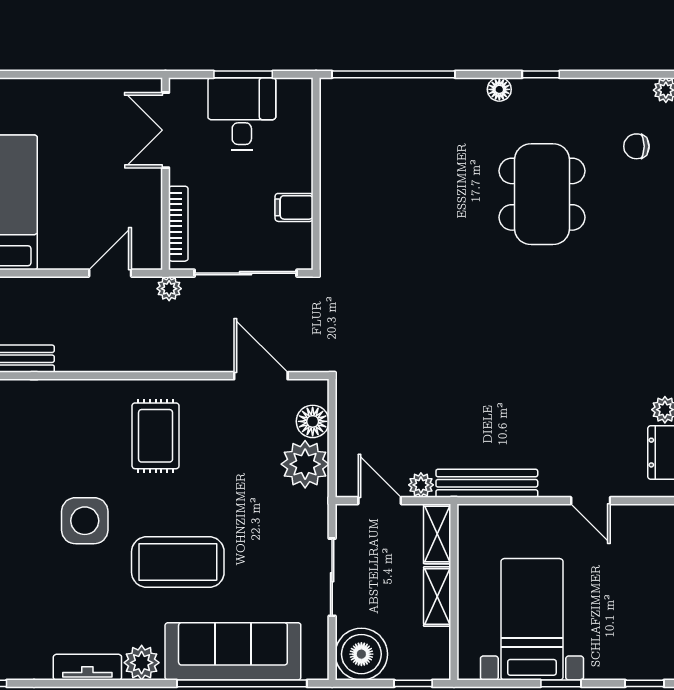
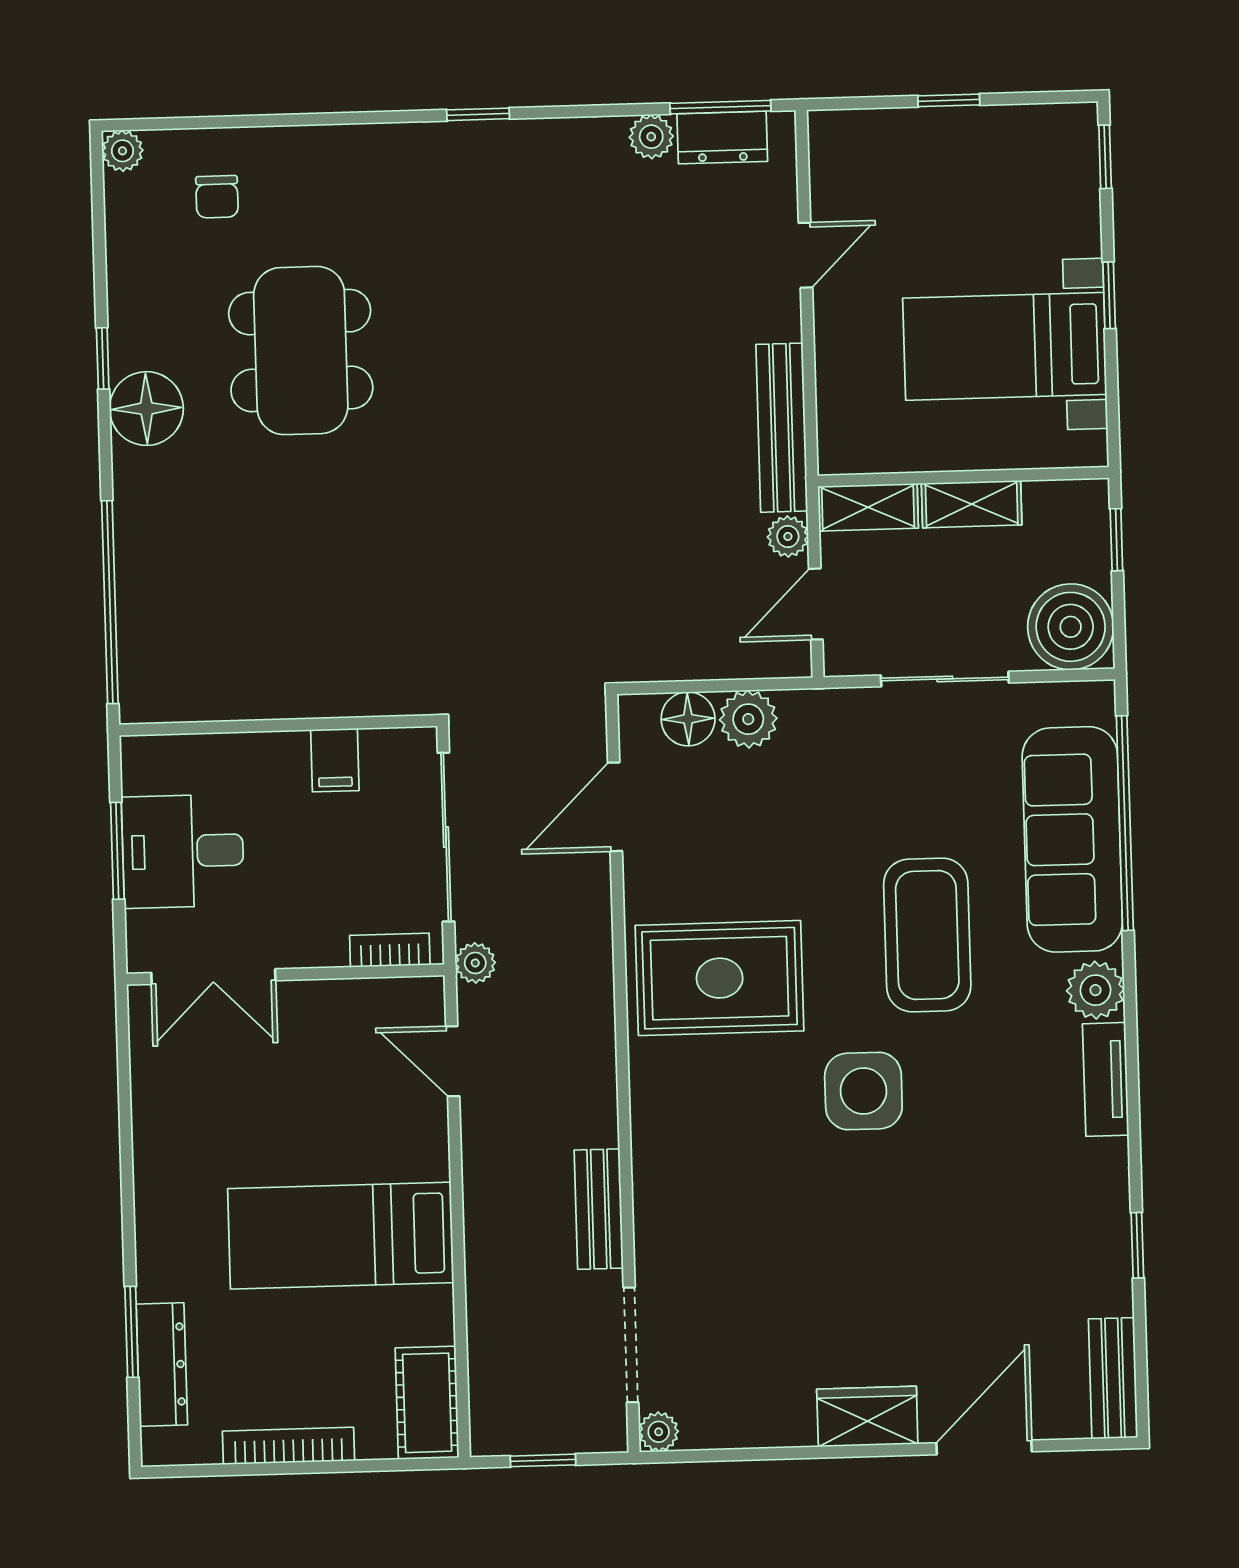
floor lamp: (499, 89) -> (146, 409), width x1.89, depth x1.89
dining table: (542, 194) -> (301, 351), turned 90
bookcase: (178, 224) -> (390, 950), width x0.64
rug: (156, 436) -> (720, 978), width x1.36, depth x1.43
plant: (305, 464) -> (748, 719), width x0.73, depth x0.73

